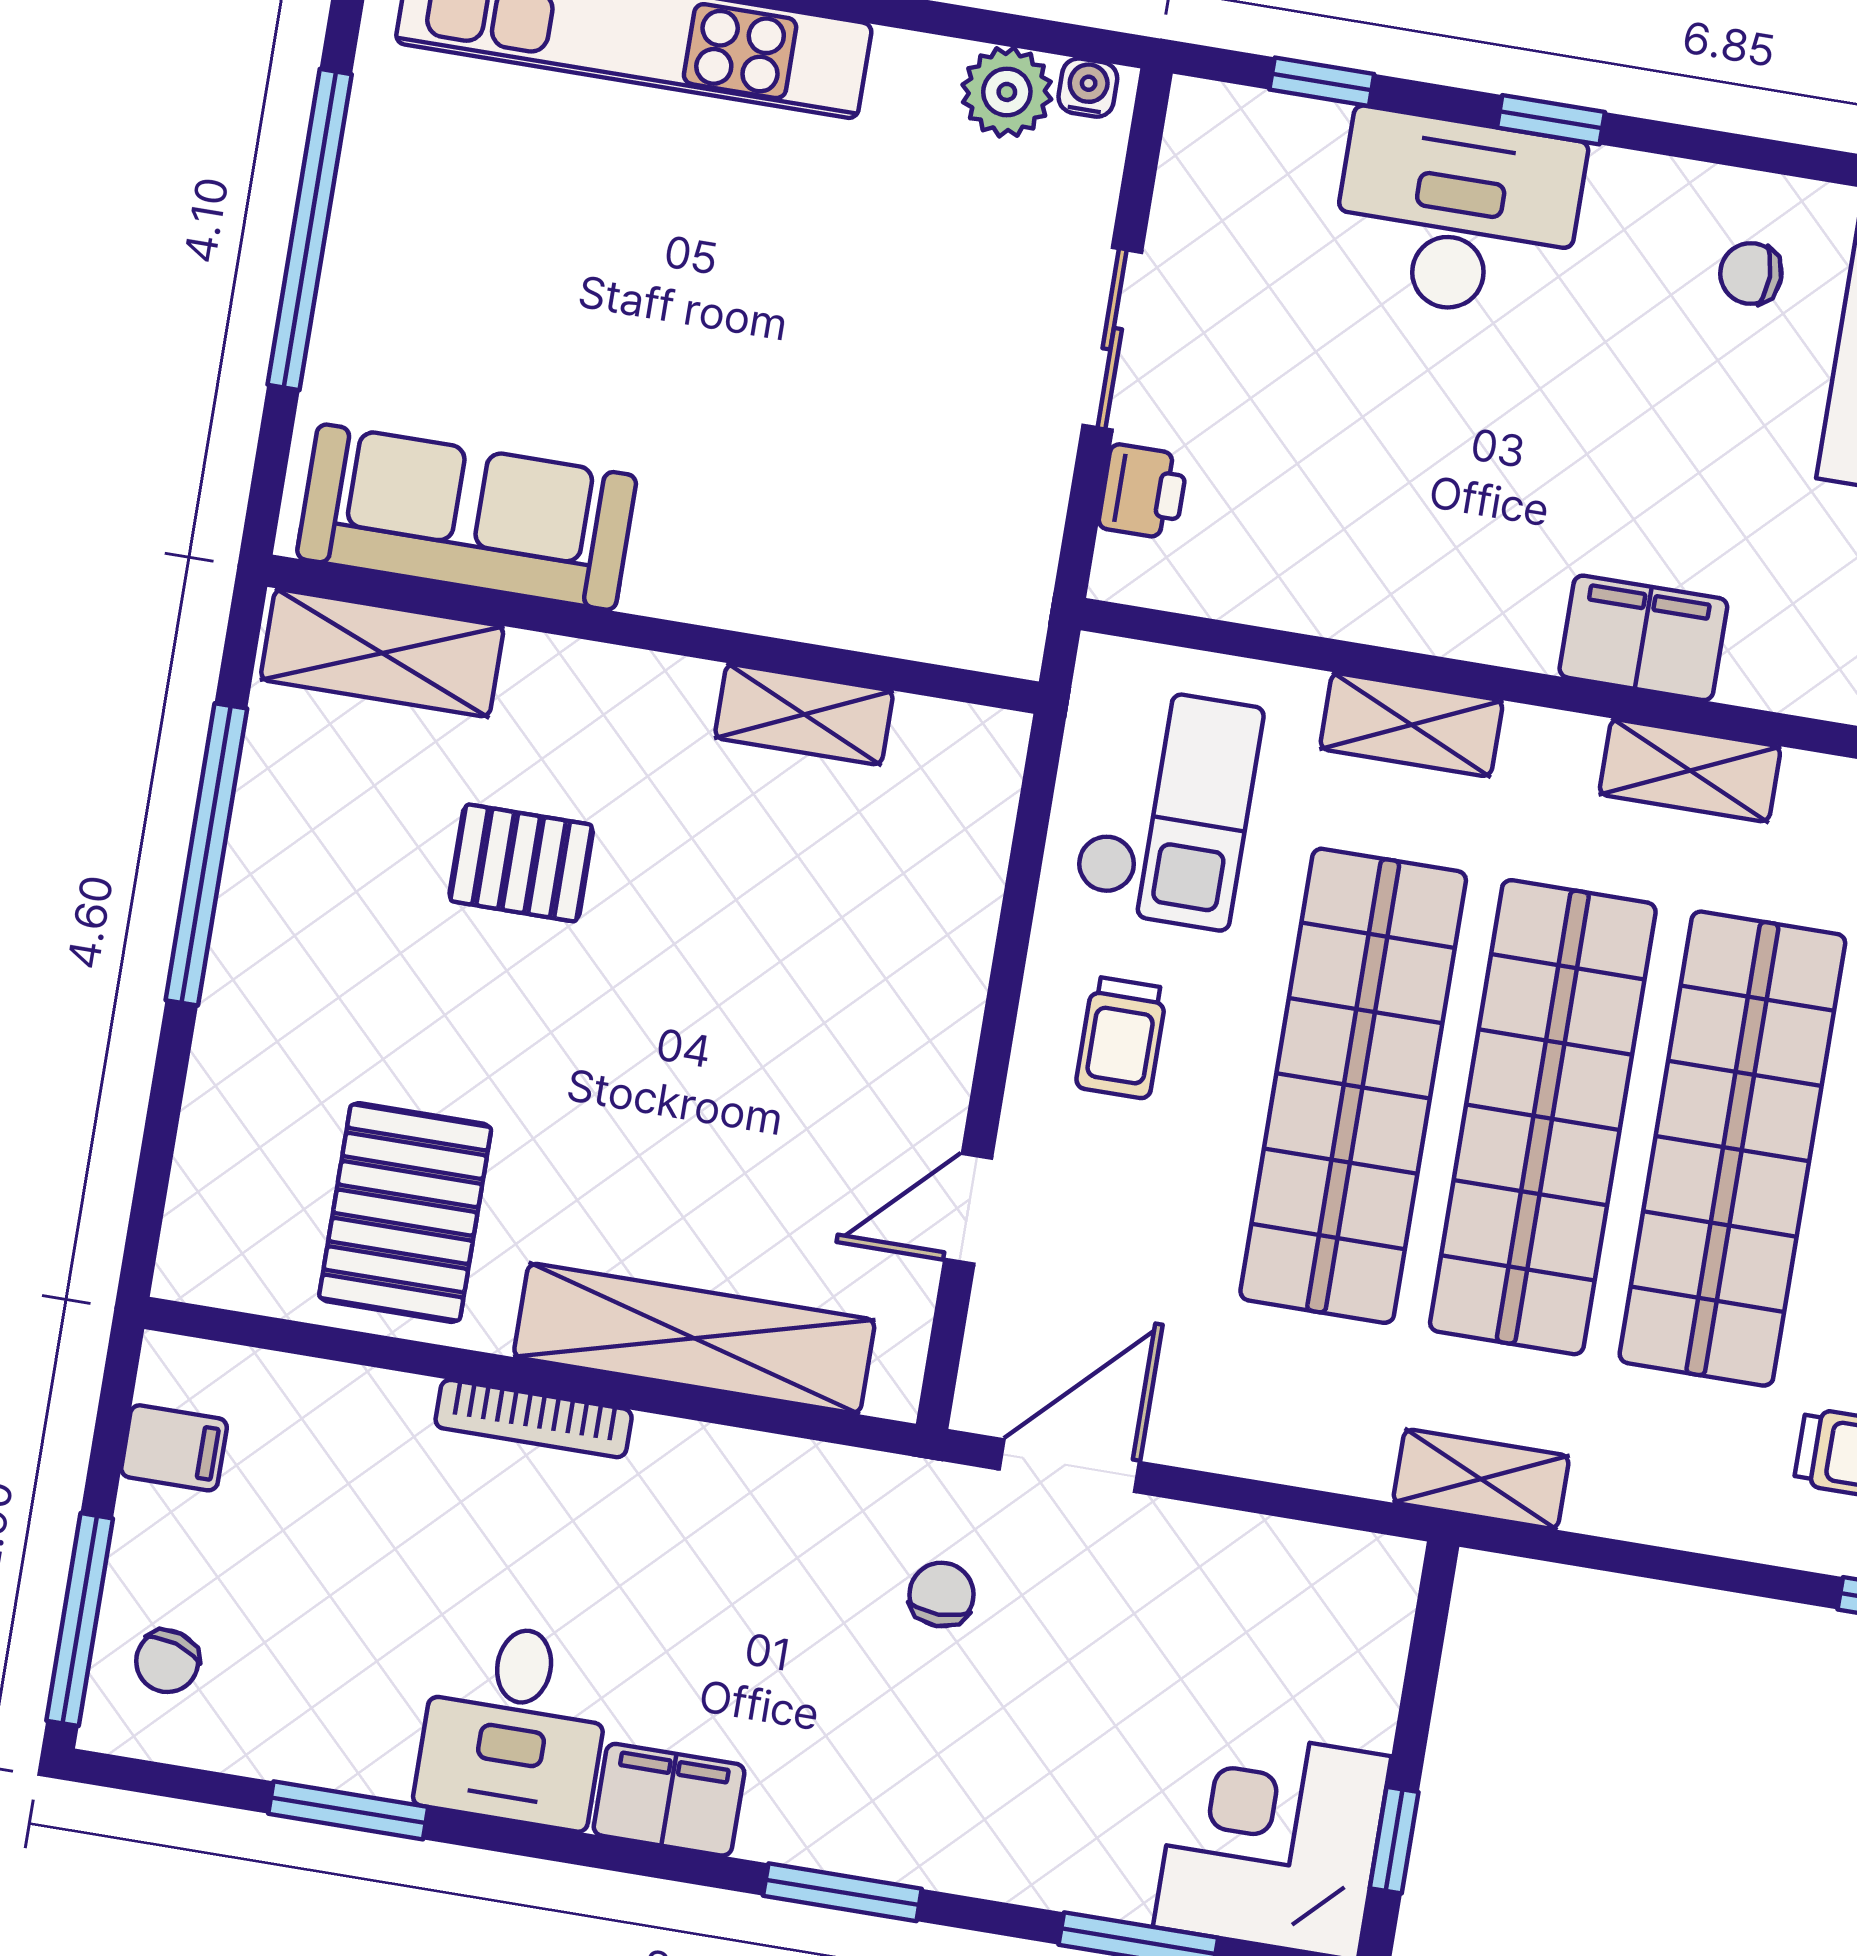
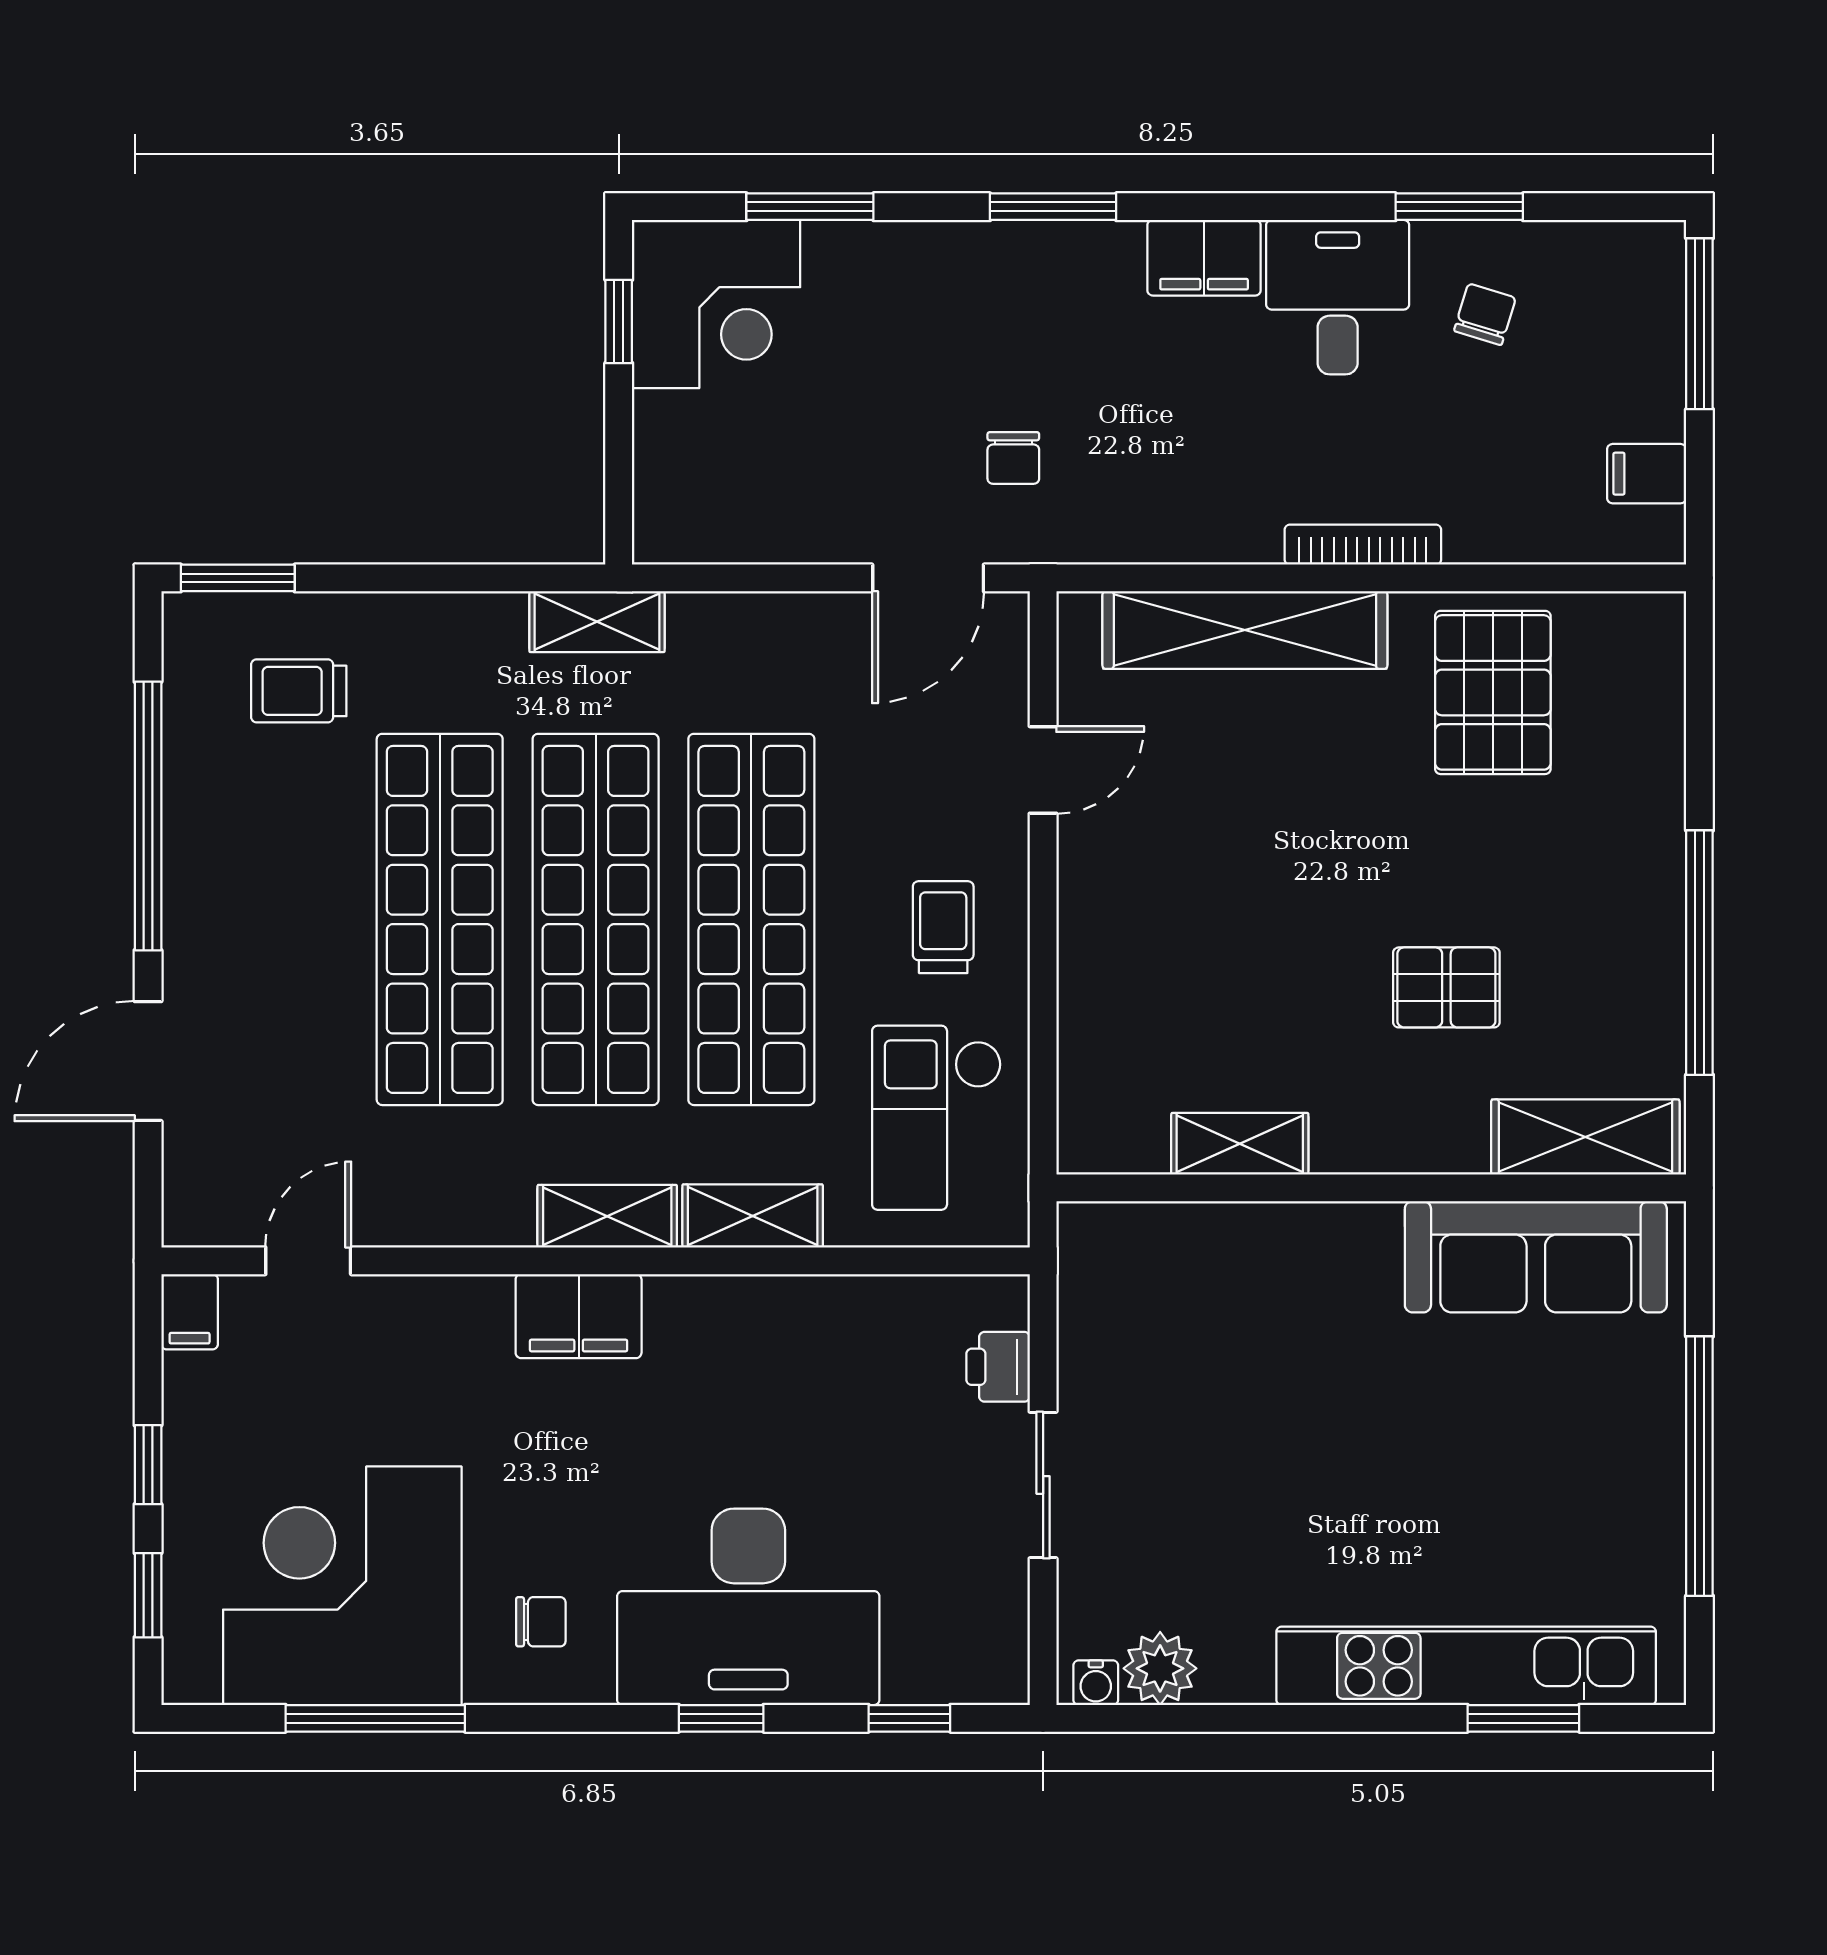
desk: (1457, 215) -> (748, 1607), width x1.36, depth x1.30
shelving: (1690, 770) -> (607, 1216), moved
chair: (167, 1661) -> (1485, 314), moved

